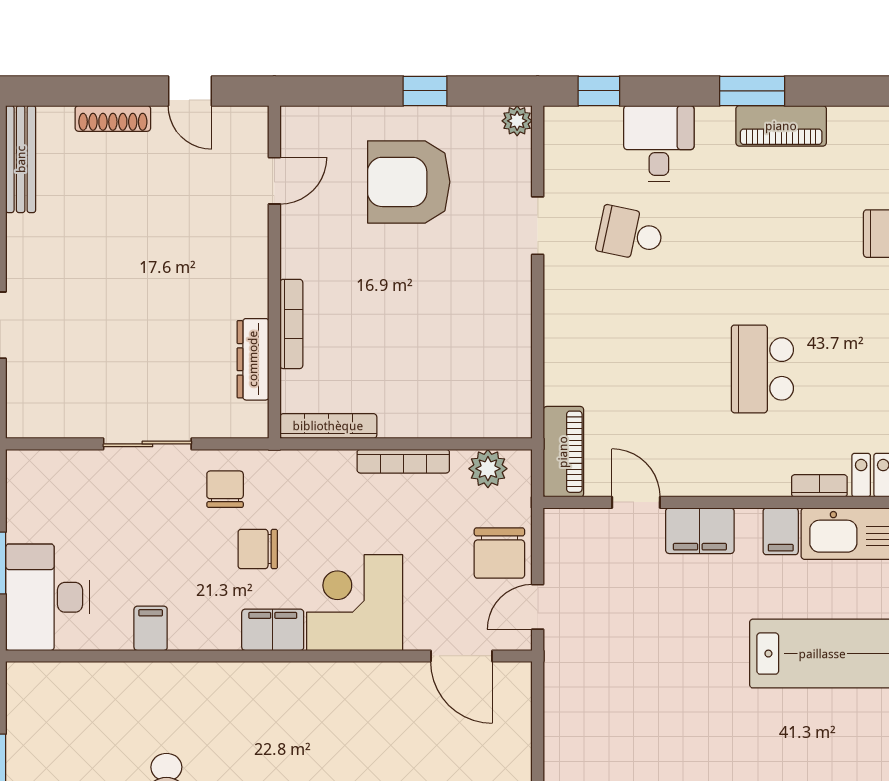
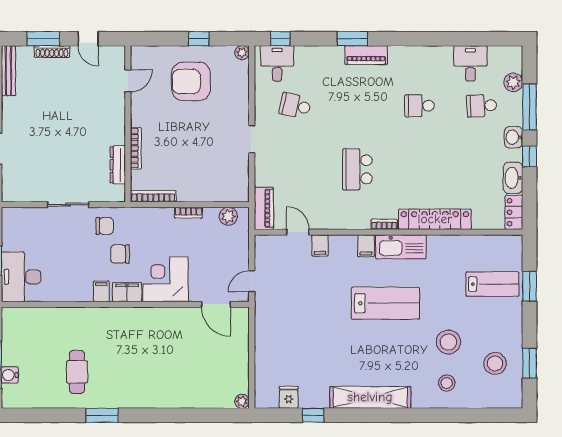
window: (95, 91) -> (43, 39), added
desk: (659, 144) -> (277, 63), moved
doorway: (538, 226) -> (252, 139), moved
bookcase: (403, 461) -> (188, 213), width x0.64
chair: (225, 489) -> (105, 226), turned 90
filing cabinet: (700, 531) -> (320, 245), width x0.50
chair: (499, 553) -> (234, 256), removed
filing cabinet: (151, 628) -> (101, 291), moved

